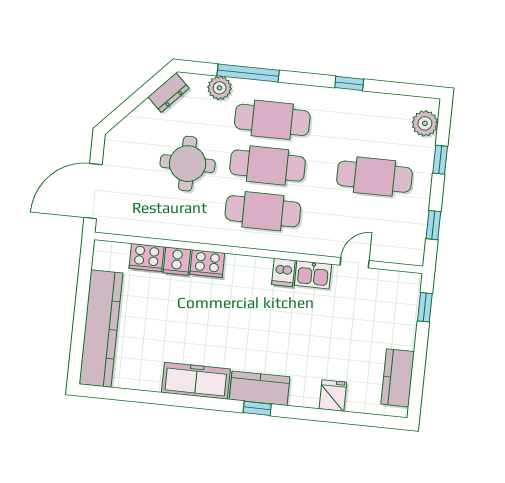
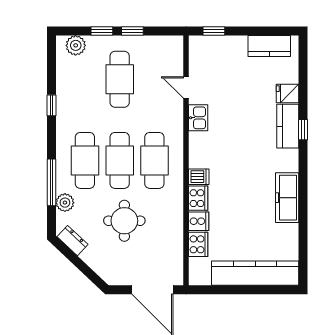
window: (433, 225) -> (132, 31), moved
dishwasher: (283, 272) -> (199, 177), moved
kitchen counter: (259, 388) -> (288, 126), moved
window: (257, 408) -> (303, 130), moved

